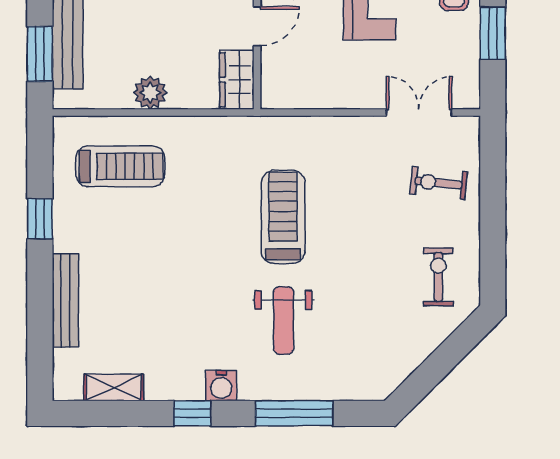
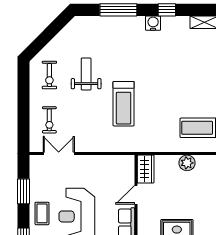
double door: (419, 112) -> (59, 153), swing flipped
exercise bike: (438, 183) -> (49, 120), turned 84
weight bench: (283, 320) -> (86, 74), moved

